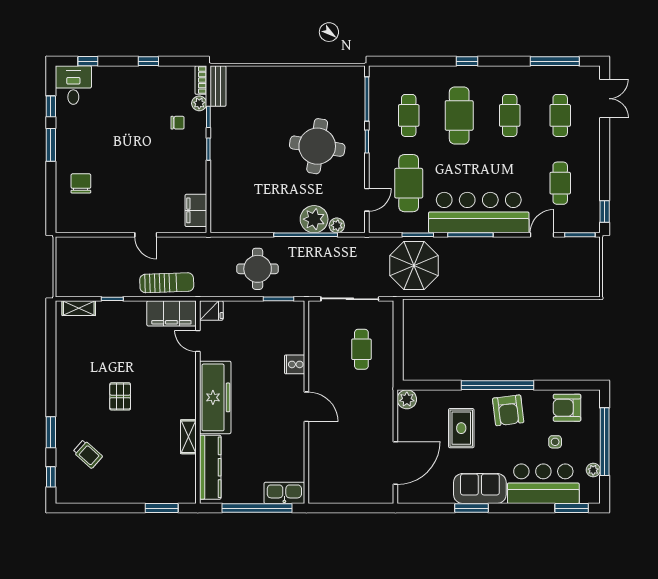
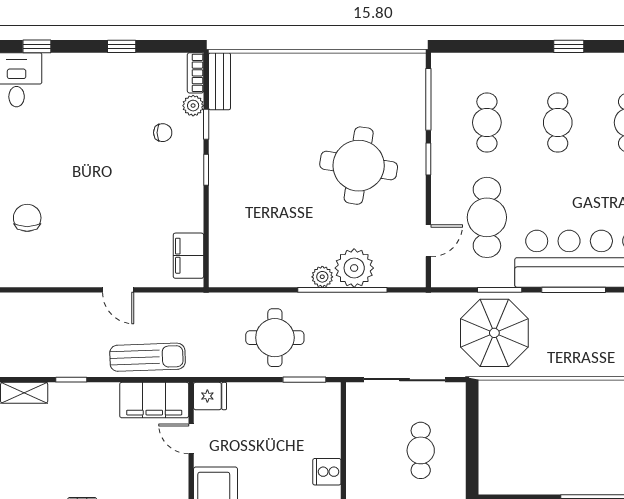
cafe table: (459, 115) -> (558, 123), width x0.73, depth x0.74
plant: (337, 225) -> (322, 277), moved

